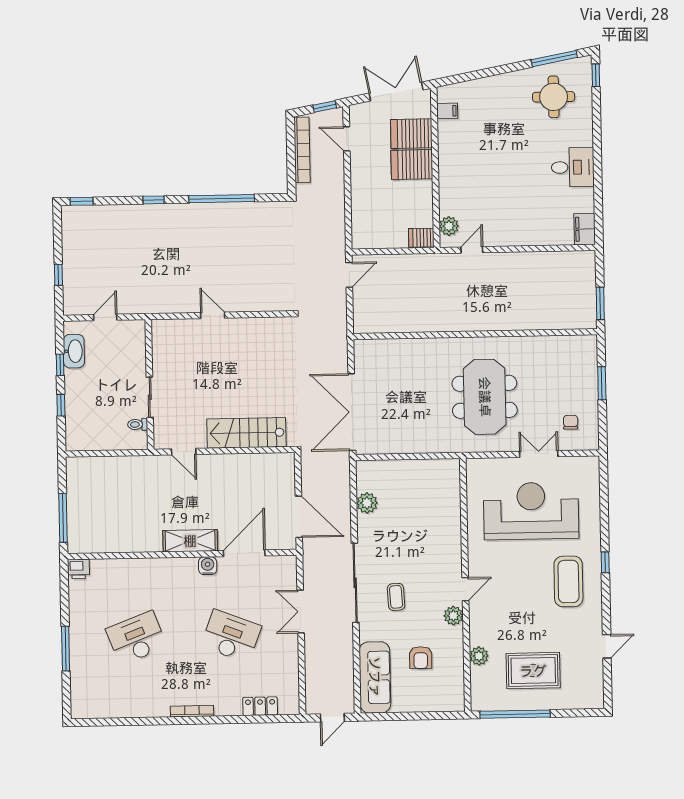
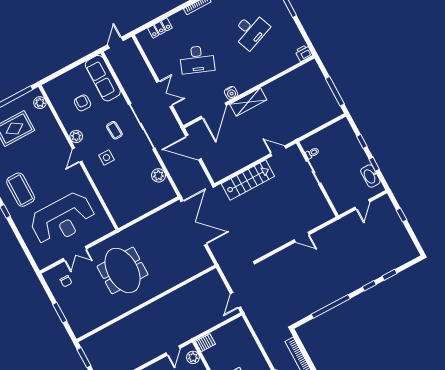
window: (82, 201) -> (389, 275), moved
window: (63, 518) -> (335, 91), moved
side table: (426, 565) -> (106, 158), added
plant: (479, 656) -> (40, 103), moved

